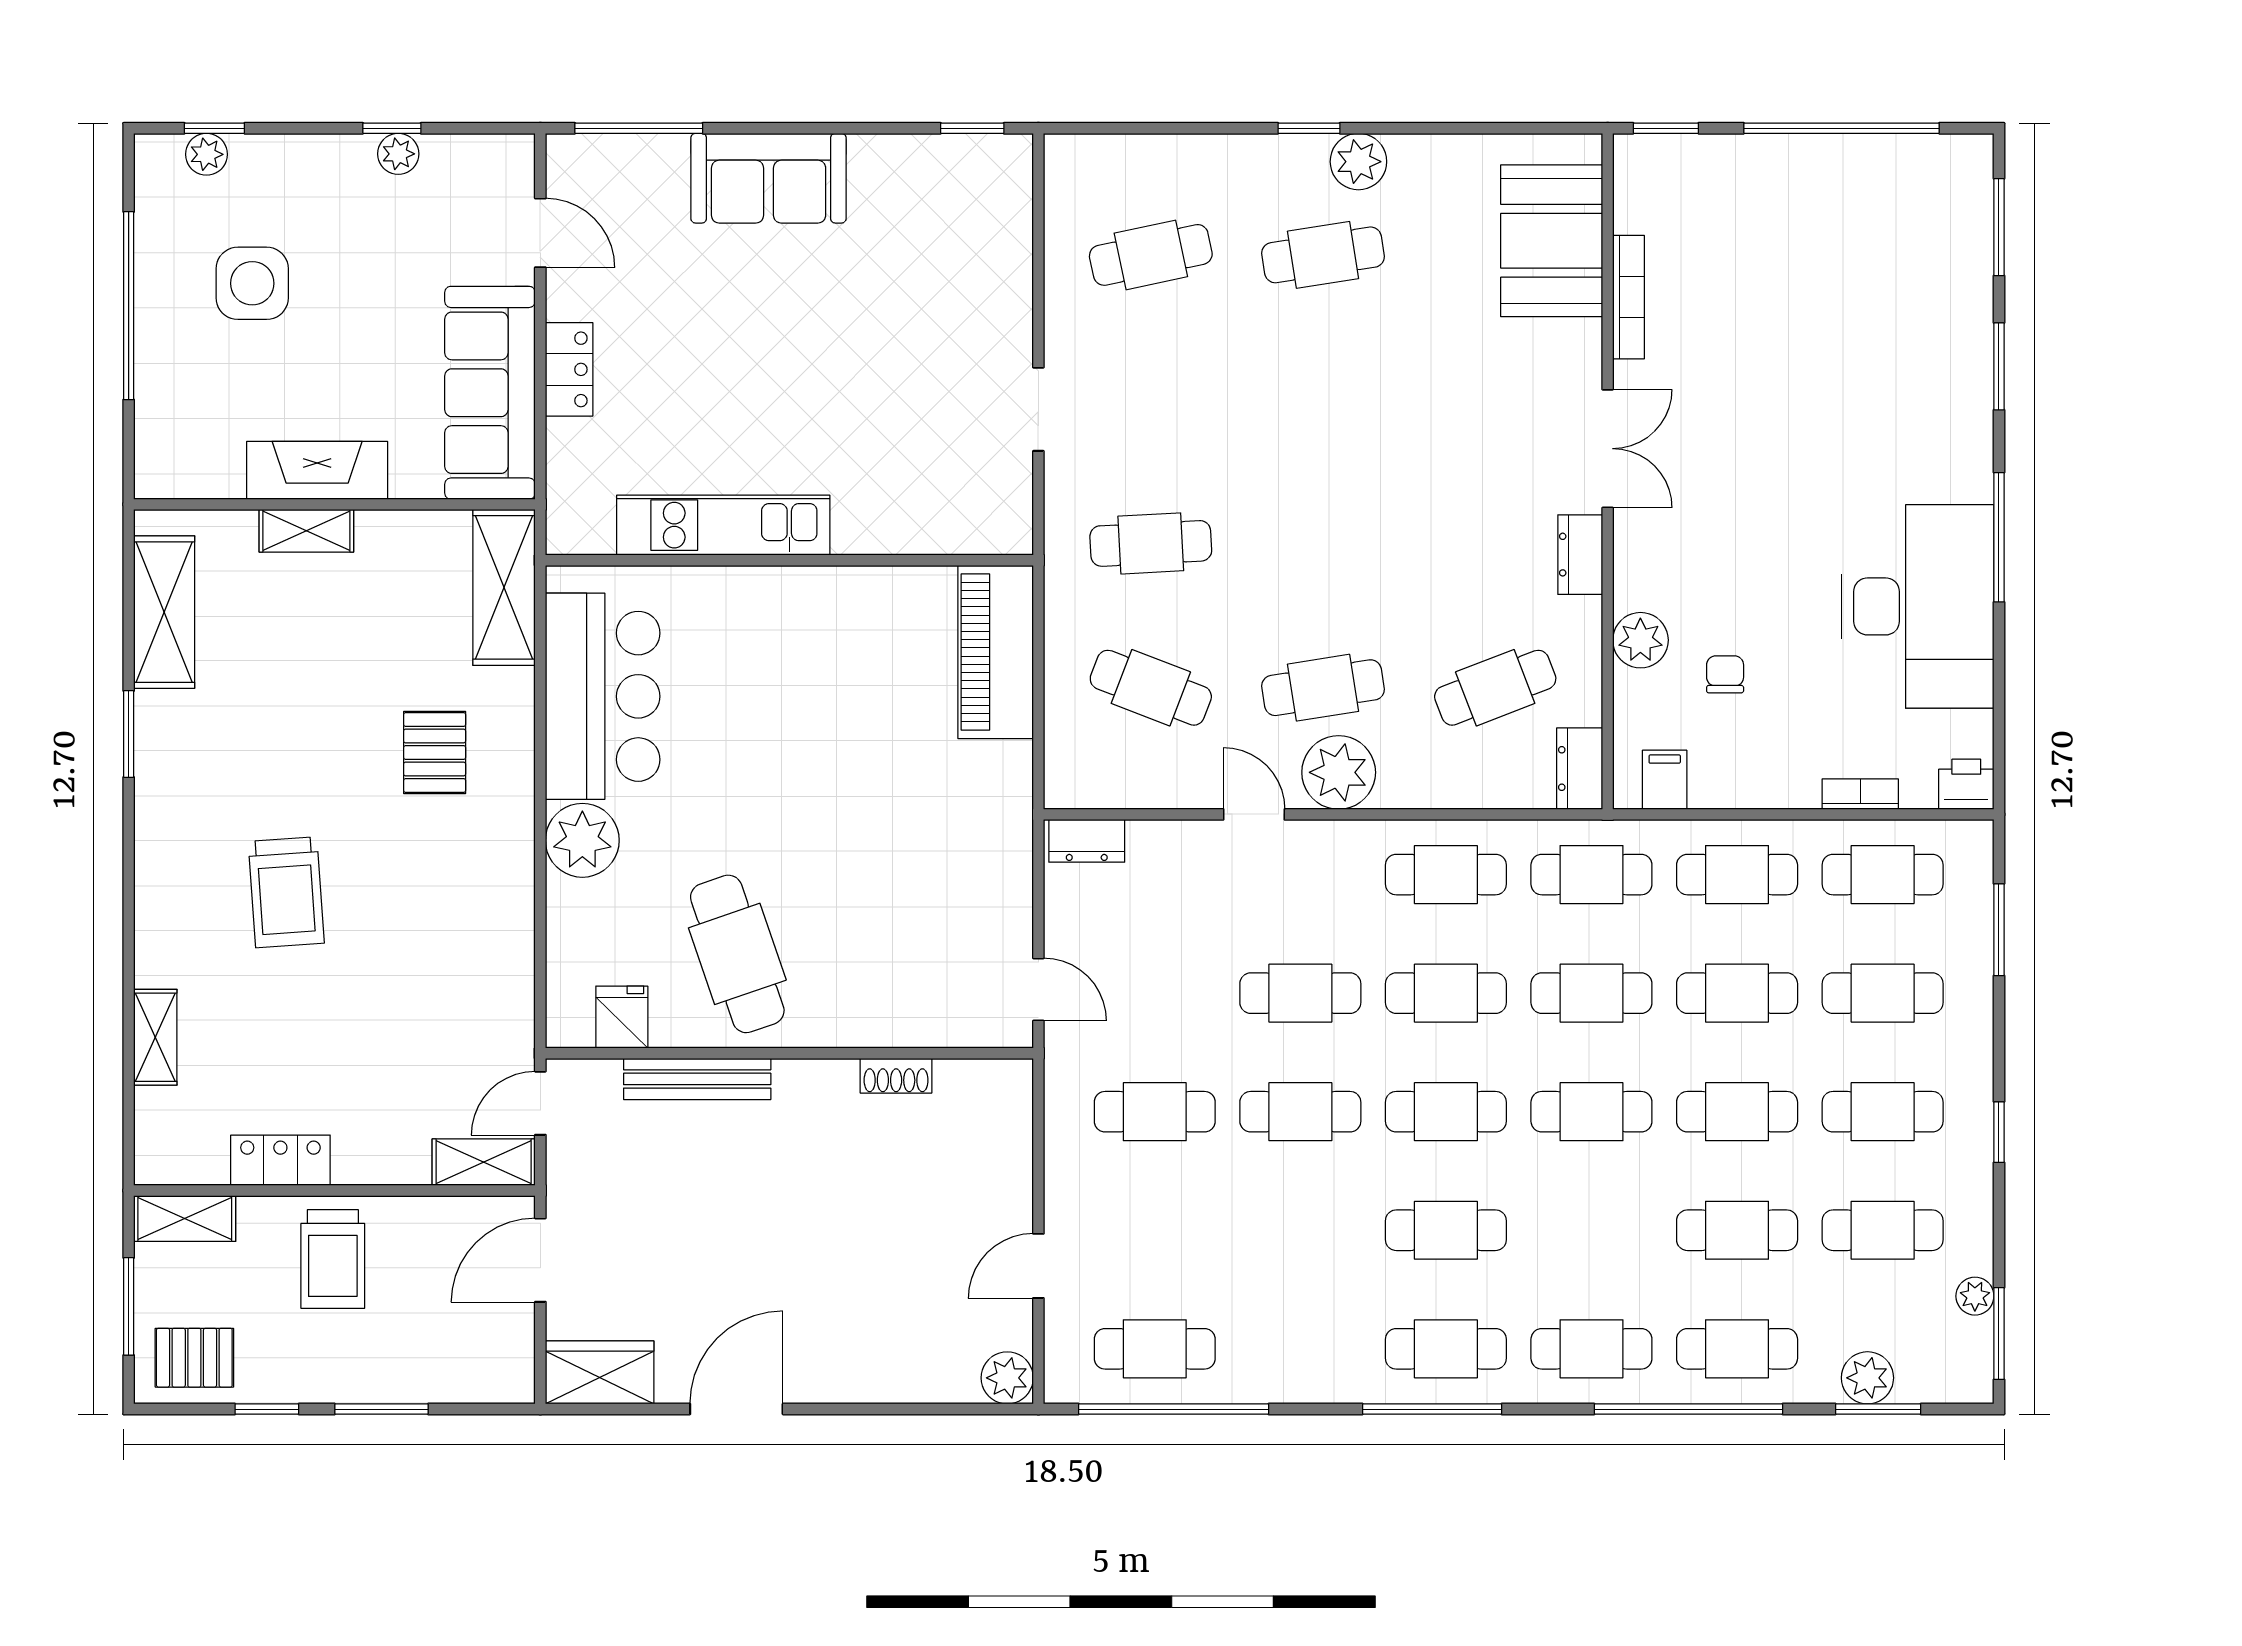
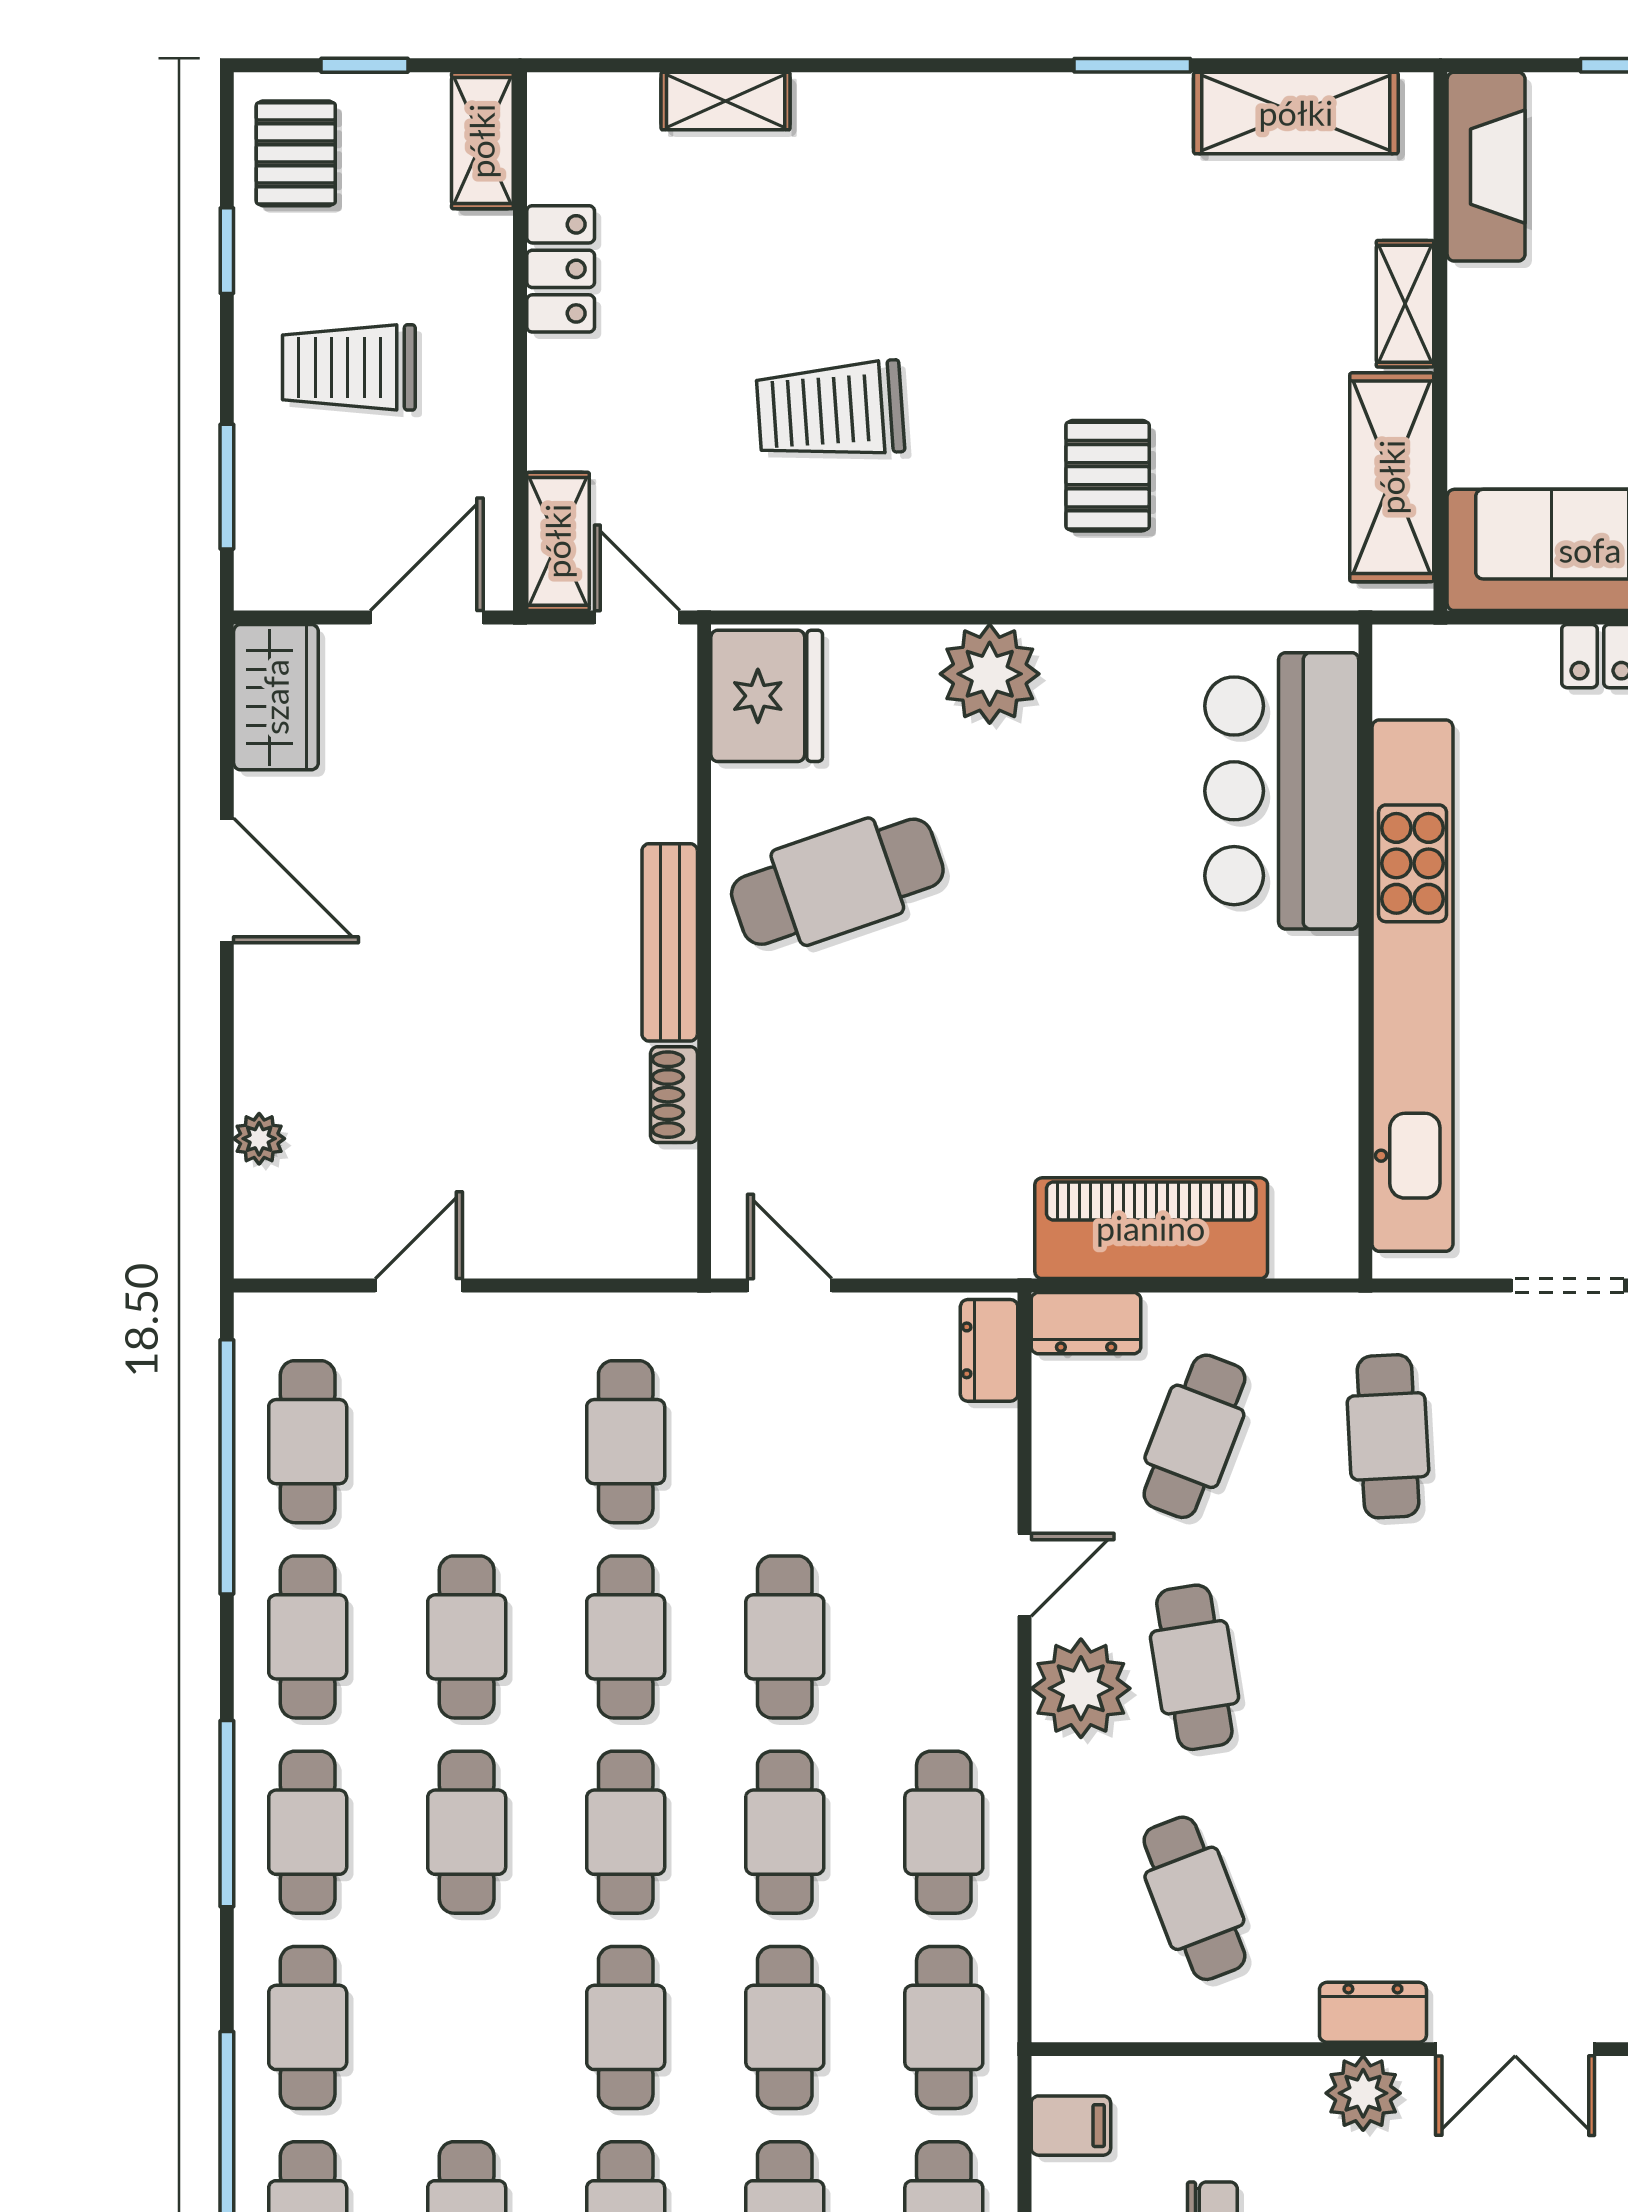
fireplace: (317, 470) -> (1486, 167), moved
kitchen unit: (723, 525) -> (1413, 986), width x1.86
shelving: (504, 587) -> (1392, 477), moved, turned 90
plant: (1640, 640) -> (1363, 2093), moved
piano: (996, 652) -> (1151, 1228), moved
bar counter: (603, 696) -> (1282, 791), moved, turned 90
pallet: (435, 752) -> (1108, 476), turned 90
dresser: (1580, 769) -> (1086, 1323), moved, turned 180
trolley: (286, 892) -> (830, 410), moved
door: (1038, 989) -> (790, 1286), swing flipped
fridge: (622, 1017) -> (767, 696), width x1.88, depth x1.34
bench: (697, 1079) -> (670, 942), moved
cafe table: (1300, 1230) -> (467, 1637), added
trolley: (333, 1259) -> (349, 367), moved
door: (540, 1260) -> (427, 617), hinge flipped
door: (1038, 1266) -> (419, 1286), hinge flipped
window: (129, 1306) -> (364, 65), width x0.67
cafe table: (1300, 1349) -> (308, 1637), added
plant: (1007, 1378) -> (259, 1139), moved, width x0.73, depth x0.73
window: (381, 1409) -> (227, 487), moved

